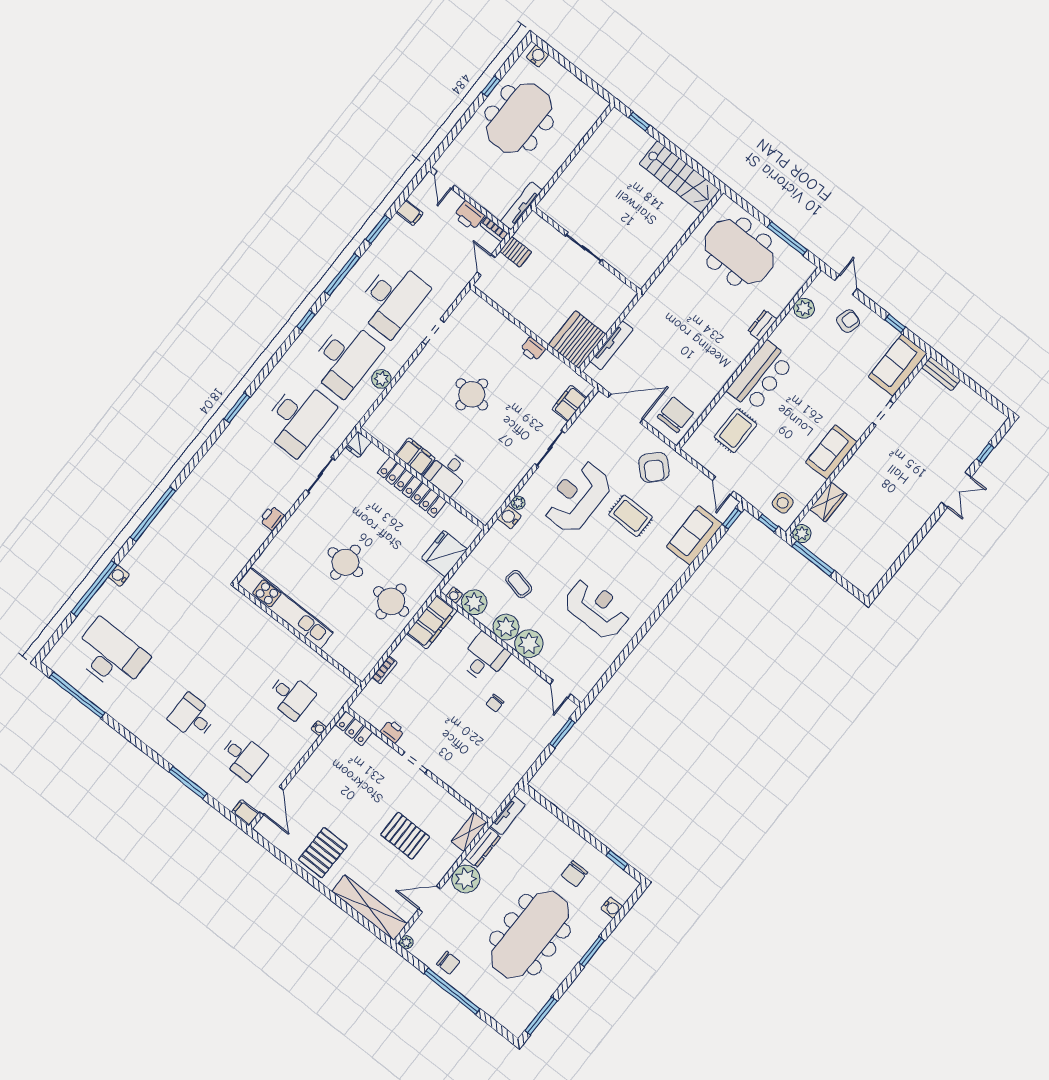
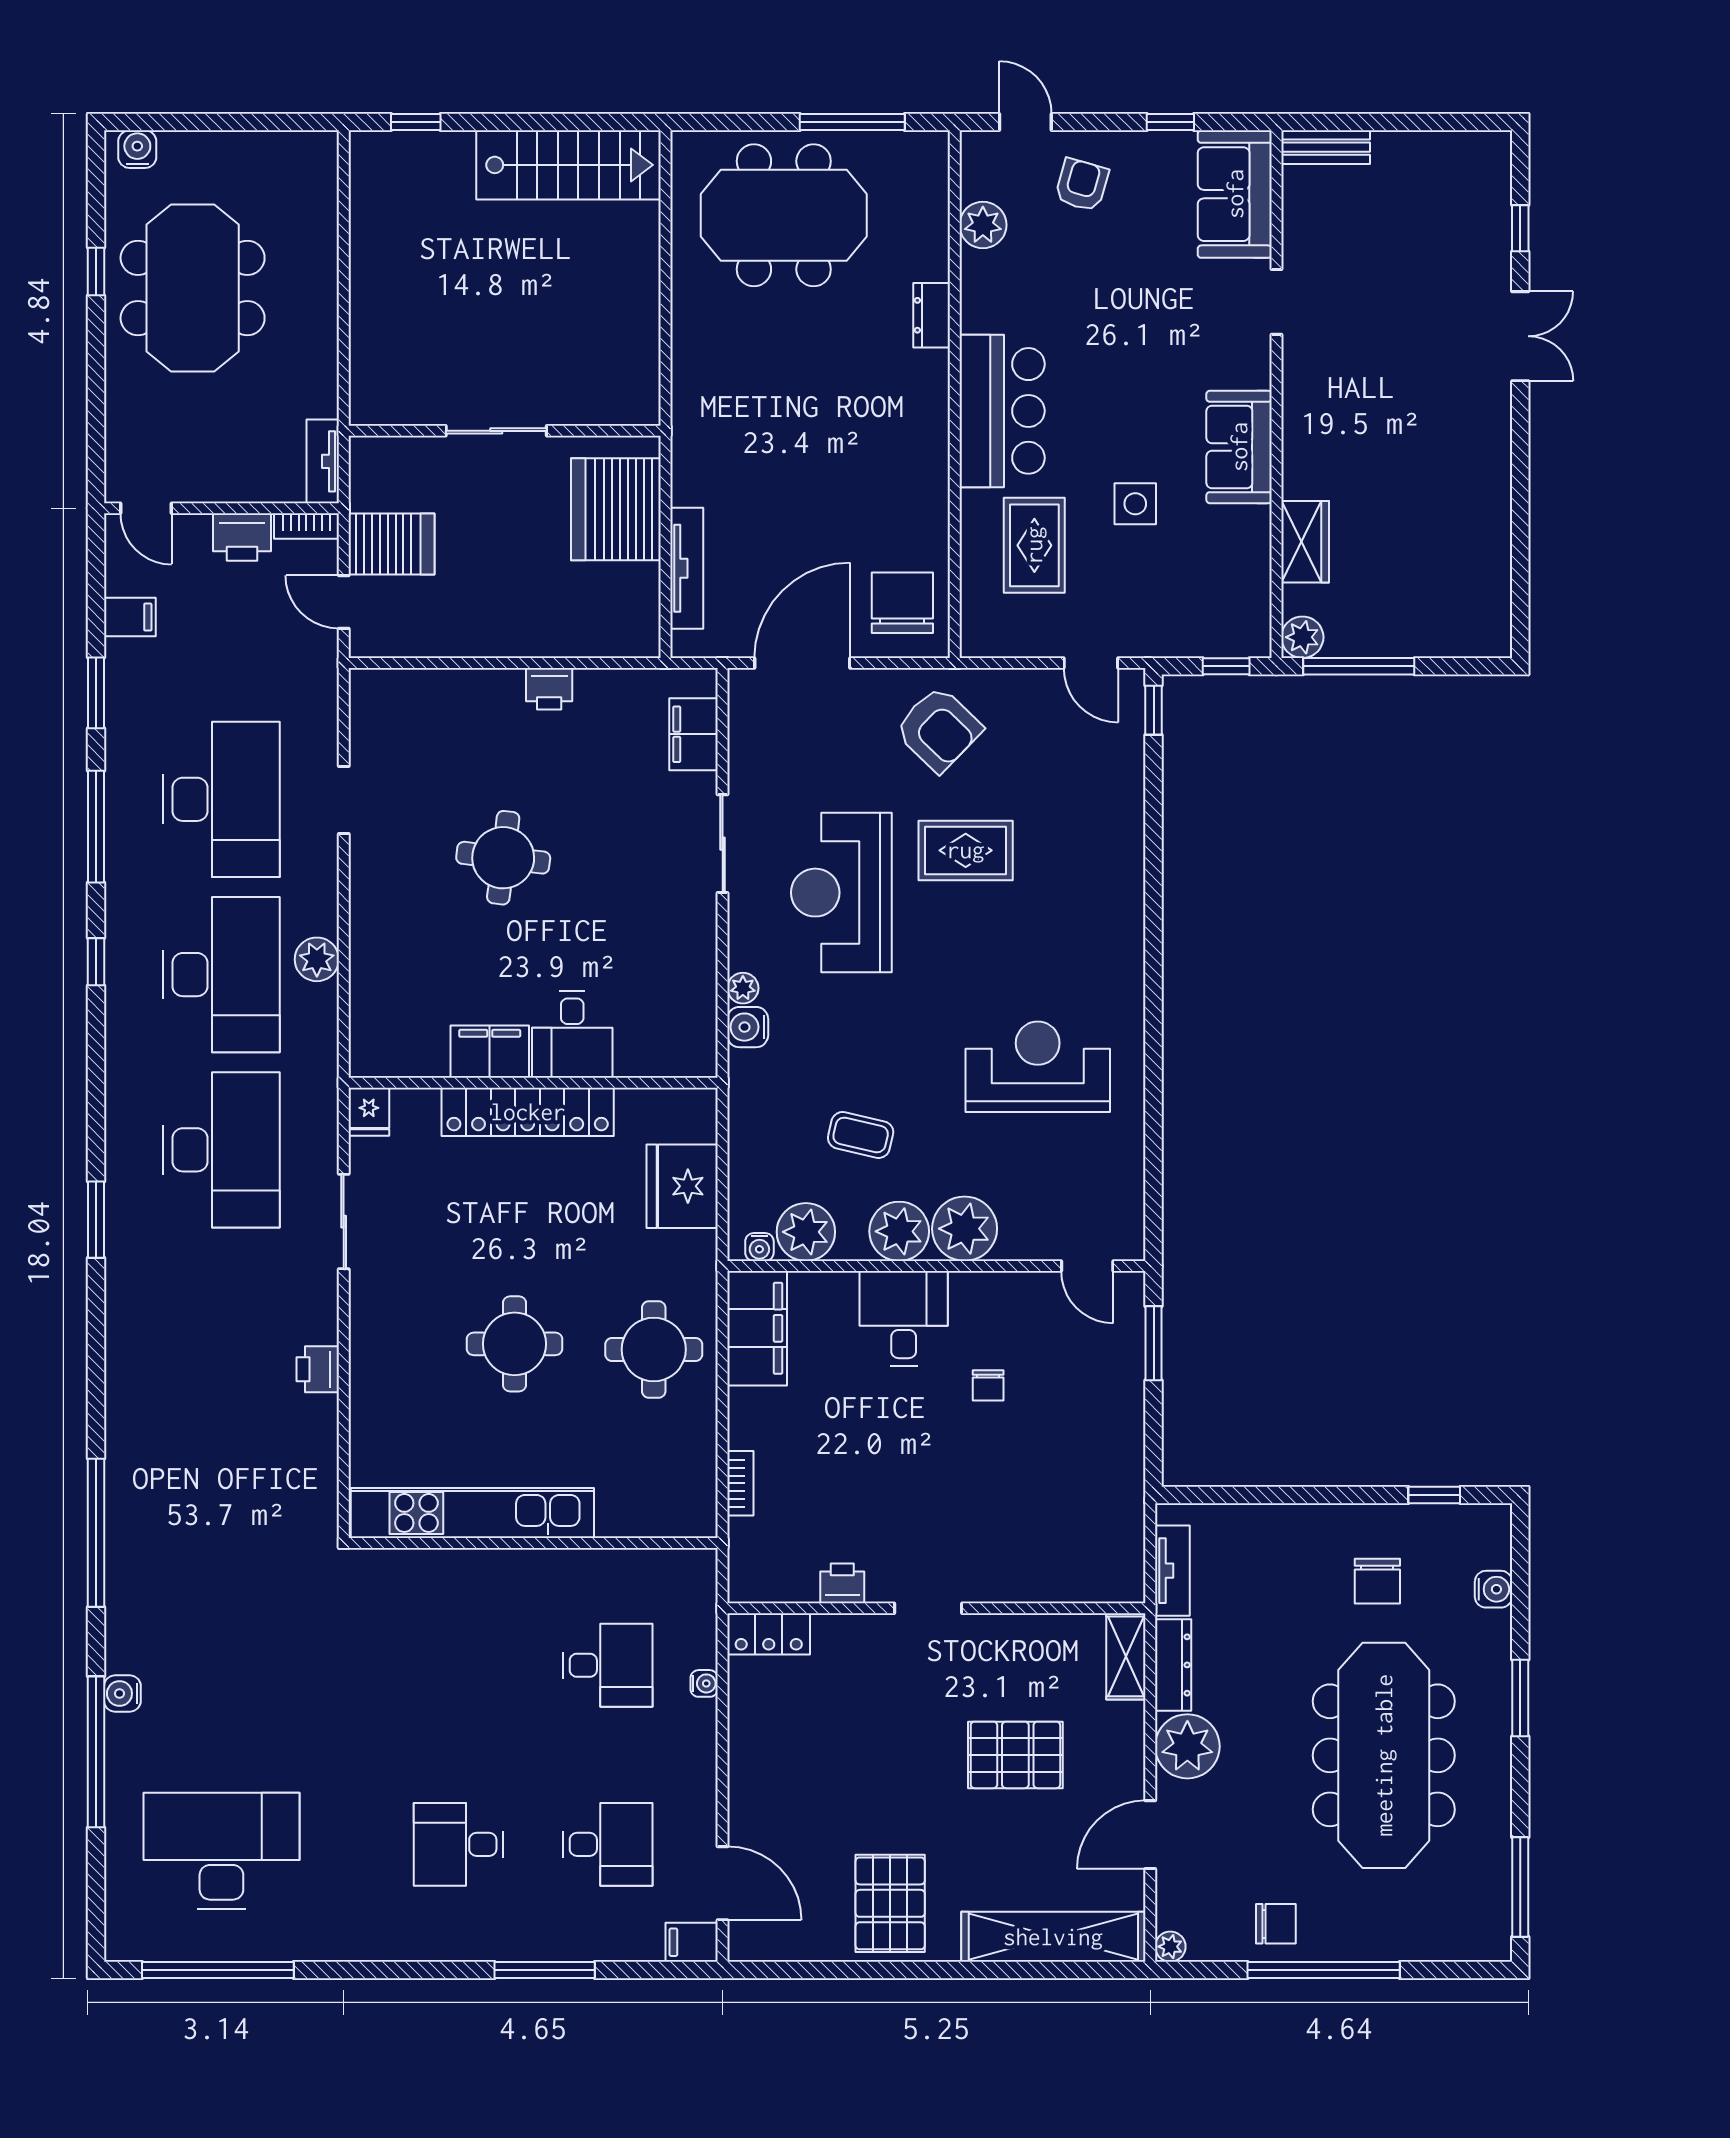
tv unit: (521, 206) -> (323, 461), width x0.71
server rack: (516, 252) -> (392, 544), width x1.36, depth x1.44
server rack: (577, 340) -> (616, 509), moved
side table: (783, 503) -> (1135, 504), moved
sofa: (694, 535) -> (1110, 794), removed

